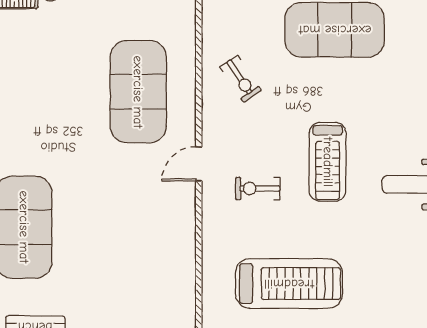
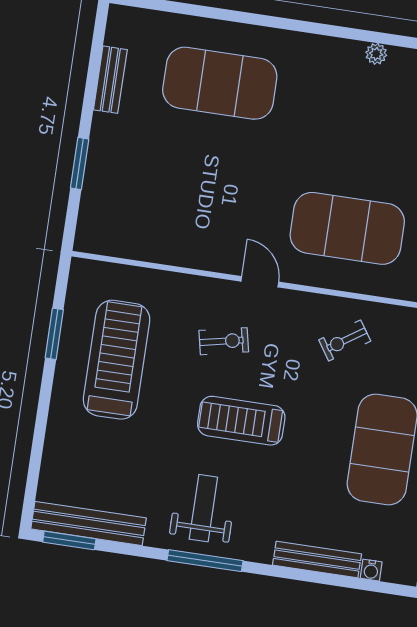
exercise bike: (258, 189) -> (224, 341), turned 78
treadmill: (289, 284) -> (117, 360), turned 180

